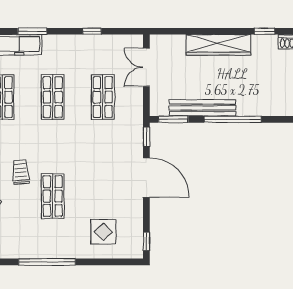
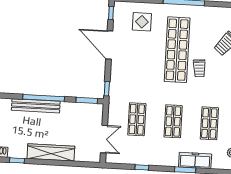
bench: (203, 108) -> (36, 106), moved
door: (146, 178) -> (109, 45), moved
shop shelf: (53, 196) -> (177, 50), width x2.00, depth x1.36

